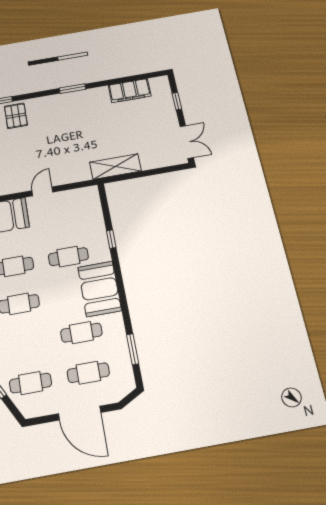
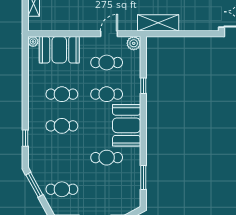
door: (42, 191) -> (109, 34), moved
plant: (91, 194) -> (134, 43), added
cafe table: (88, 373) -> (107, 62), moved

